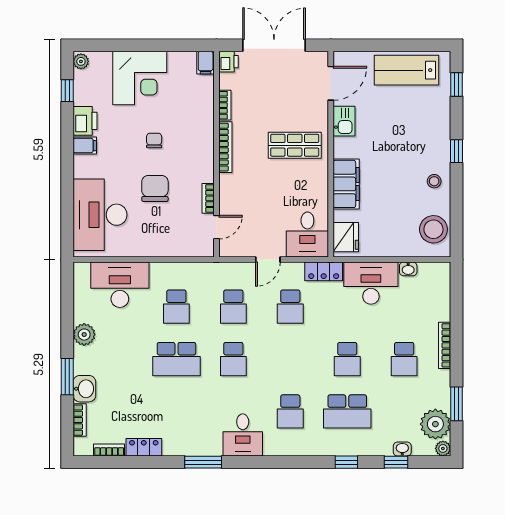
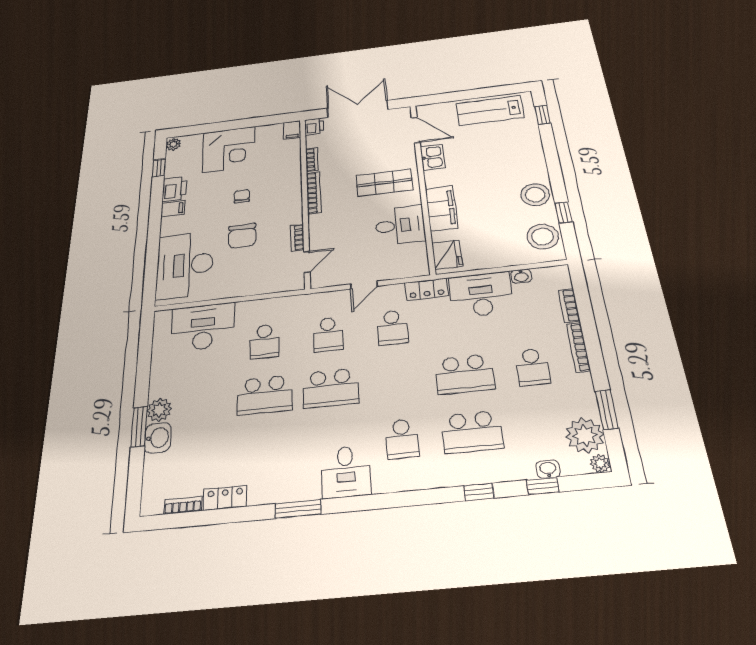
door: (331, 83) -> (416, 130), hinge flipped
window: (456, 151) -> (564, 212), moved
stool: (434, 181) -> (535, 195), width x1.89, depth x1.89
chair: (155, 188) -> (242, 236), turned 180
desk: (307, 235) -> (400, 225), moved, turned -90
plant: (84, 335) -> (159, 410), moved
school desk: (233, 359) -> (330, 388), width x1.85
school desk: (347, 359) -> (464, 374), width x1.85
bookcase: (80, 420) -> (569, 306), moved, turned 180

